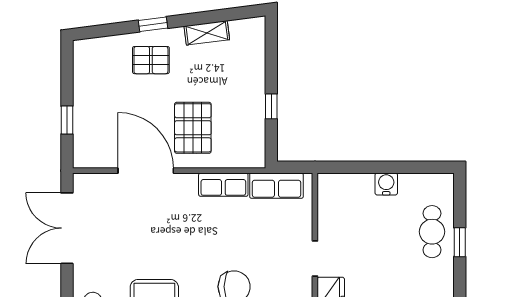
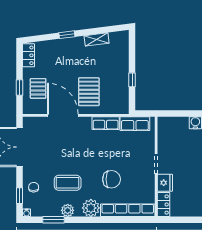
pallet: (151, 60) -> (38, 88), moved, turned 90
locker: (83, 62) -> (28, 55), added

